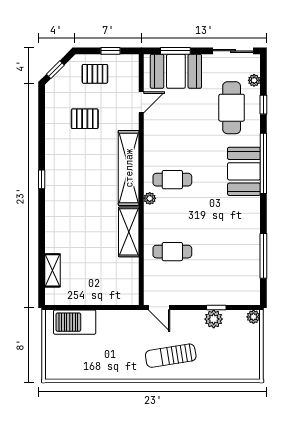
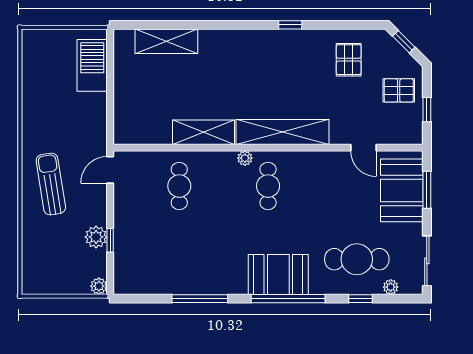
pallet: (95, 74) -> (399, 90), turned 90
pallet: (85, 119) -> (349, 60), moved
window: (42, 179) -> (290, 25), moved
window: (263, 256) -> (200, 299), moved
shelving: (52, 270) -> (166, 41), width x1.50, depth x1.33

